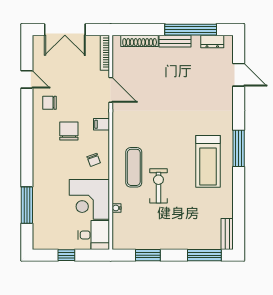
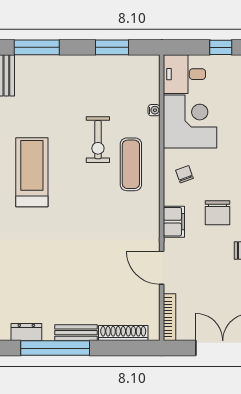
filing cabinet: (102, 124) -> (174, 222), width x2.00

